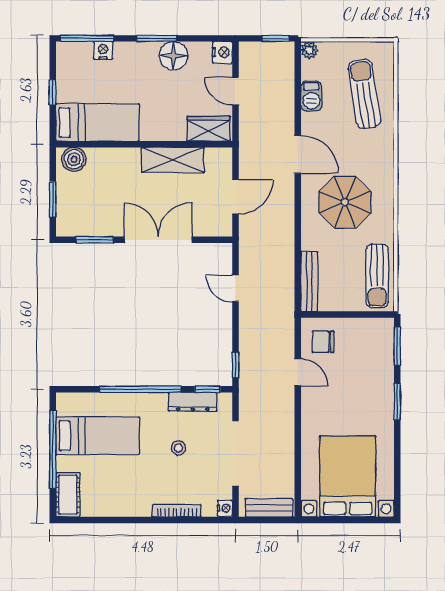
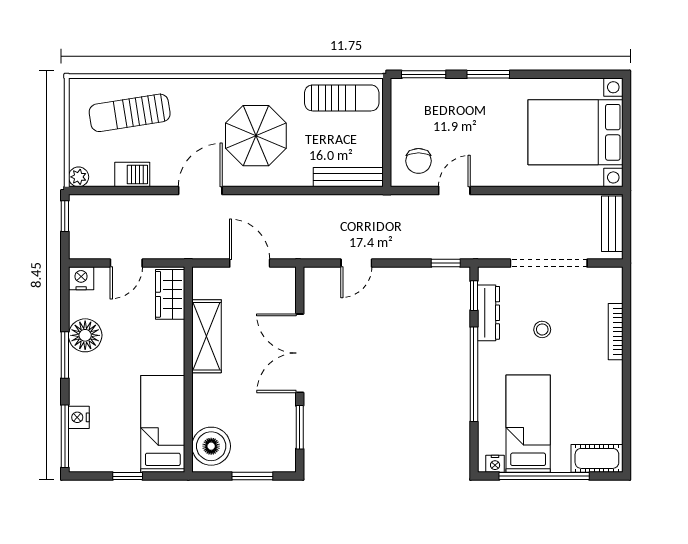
boiler: (74, 159) -> (211, 446), width x1.37, depth x1.37
nightstand: (225, 508) -> (495, 464), moved, turned 180

